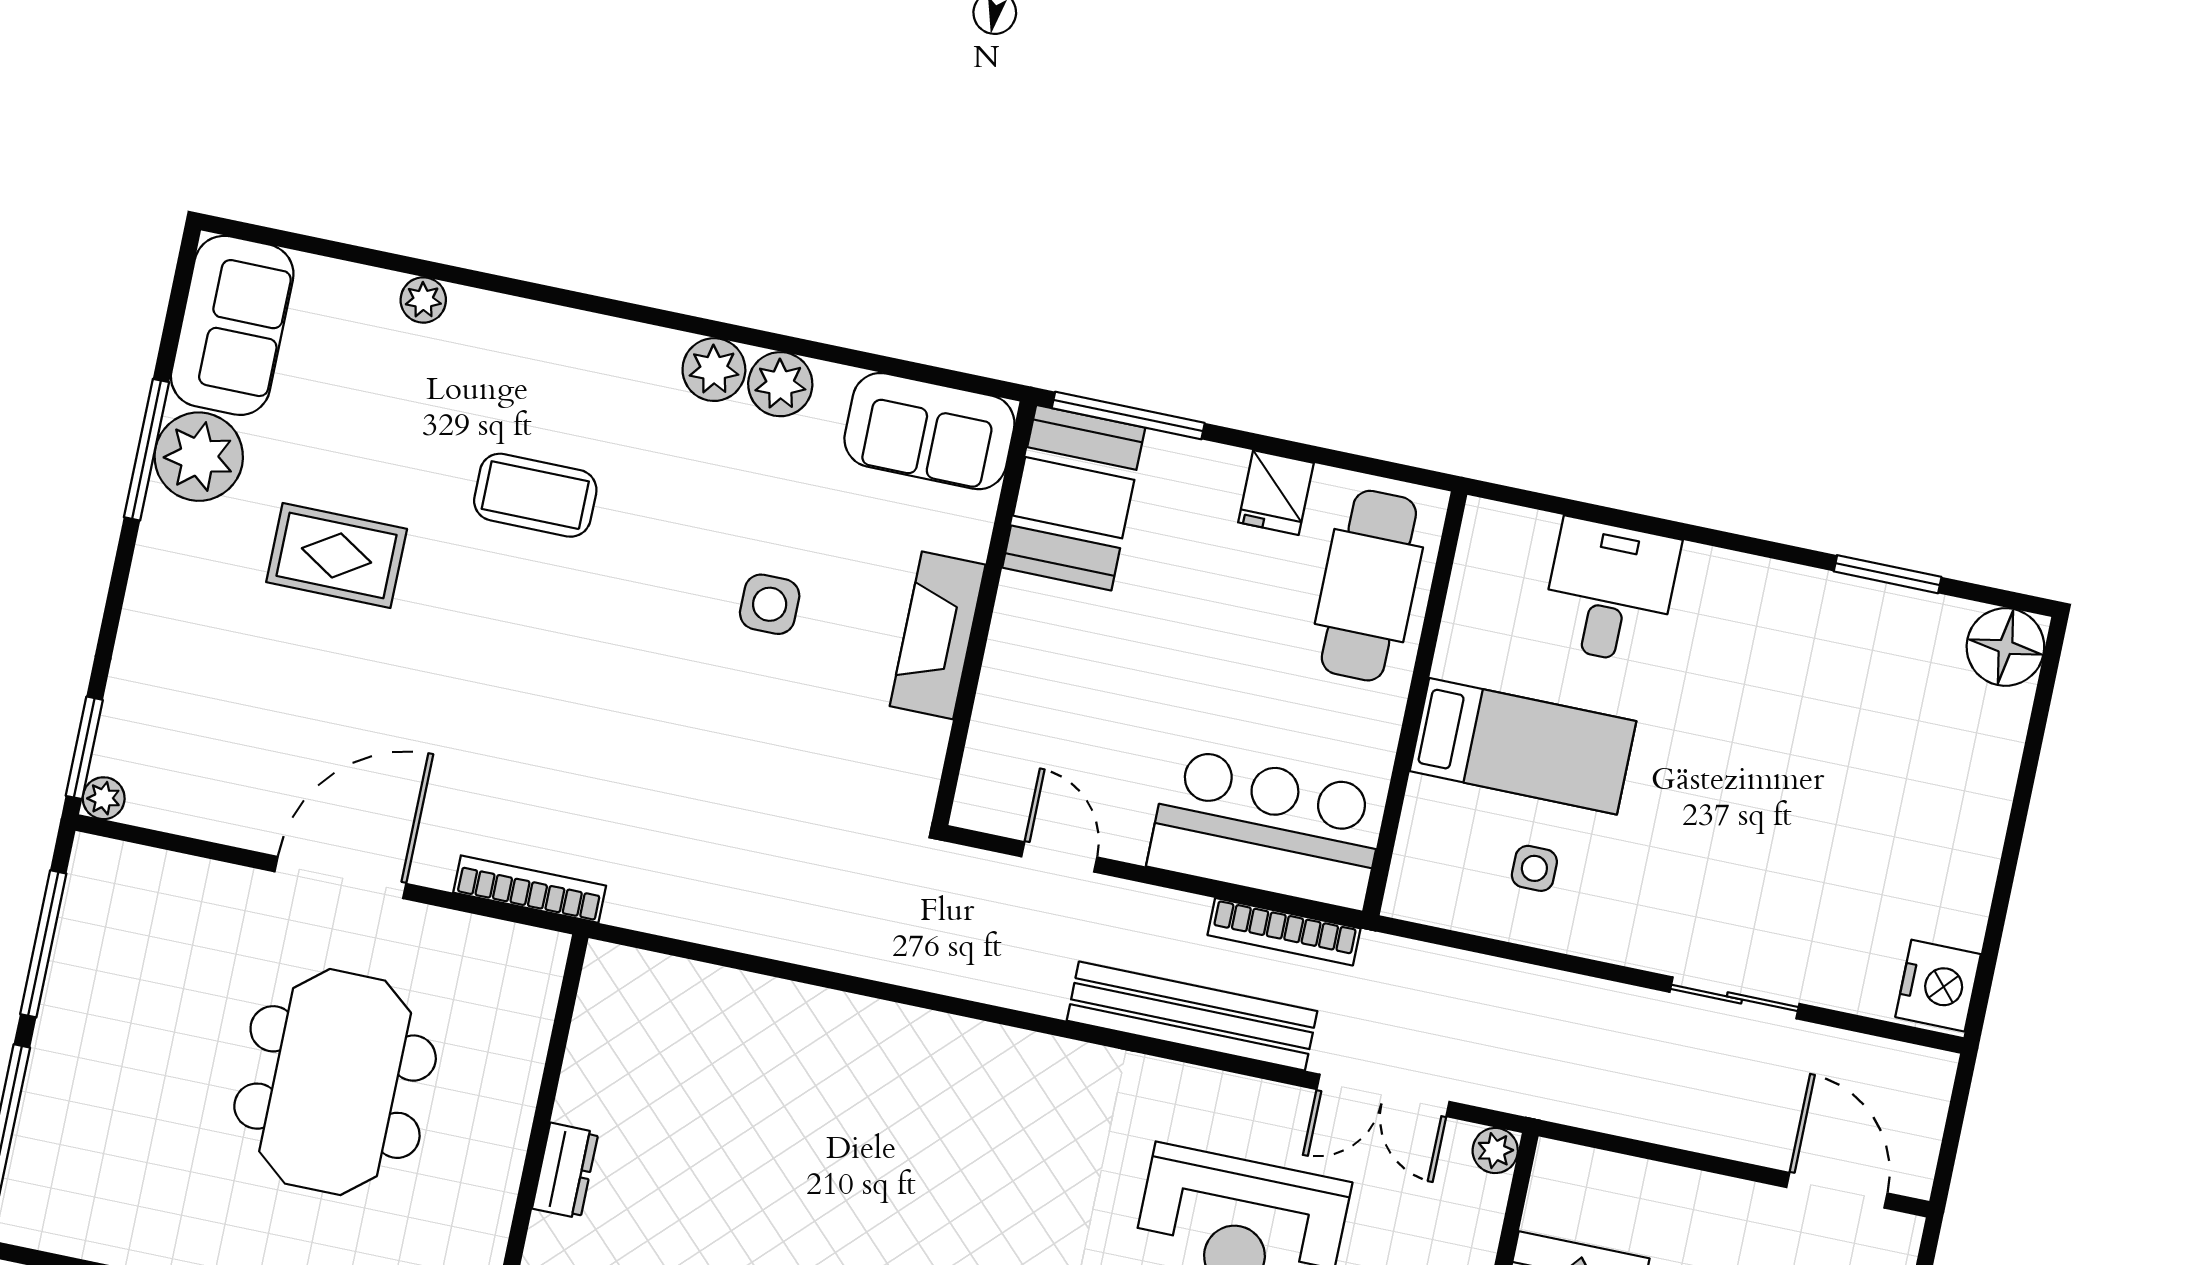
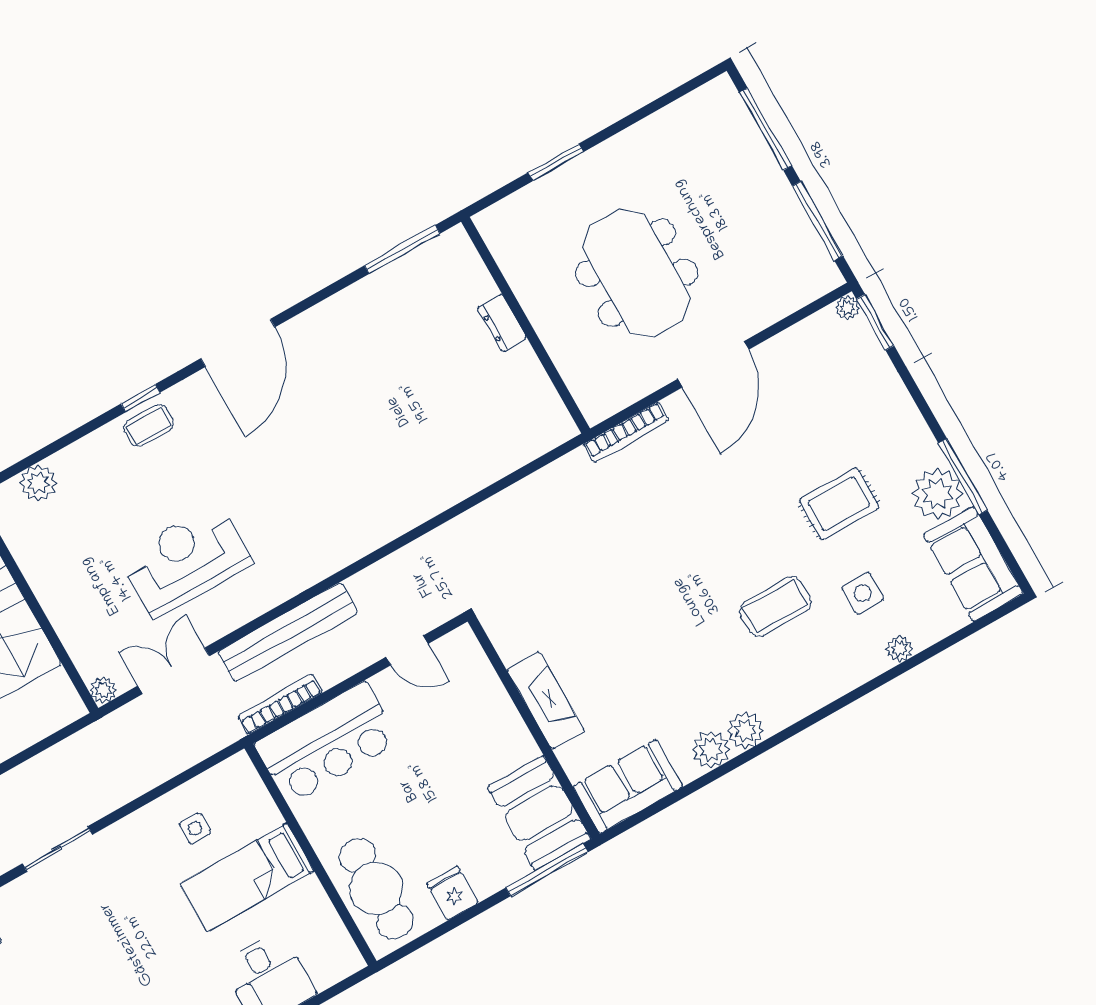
side table: (770, 604) -> (863, 593), moved

